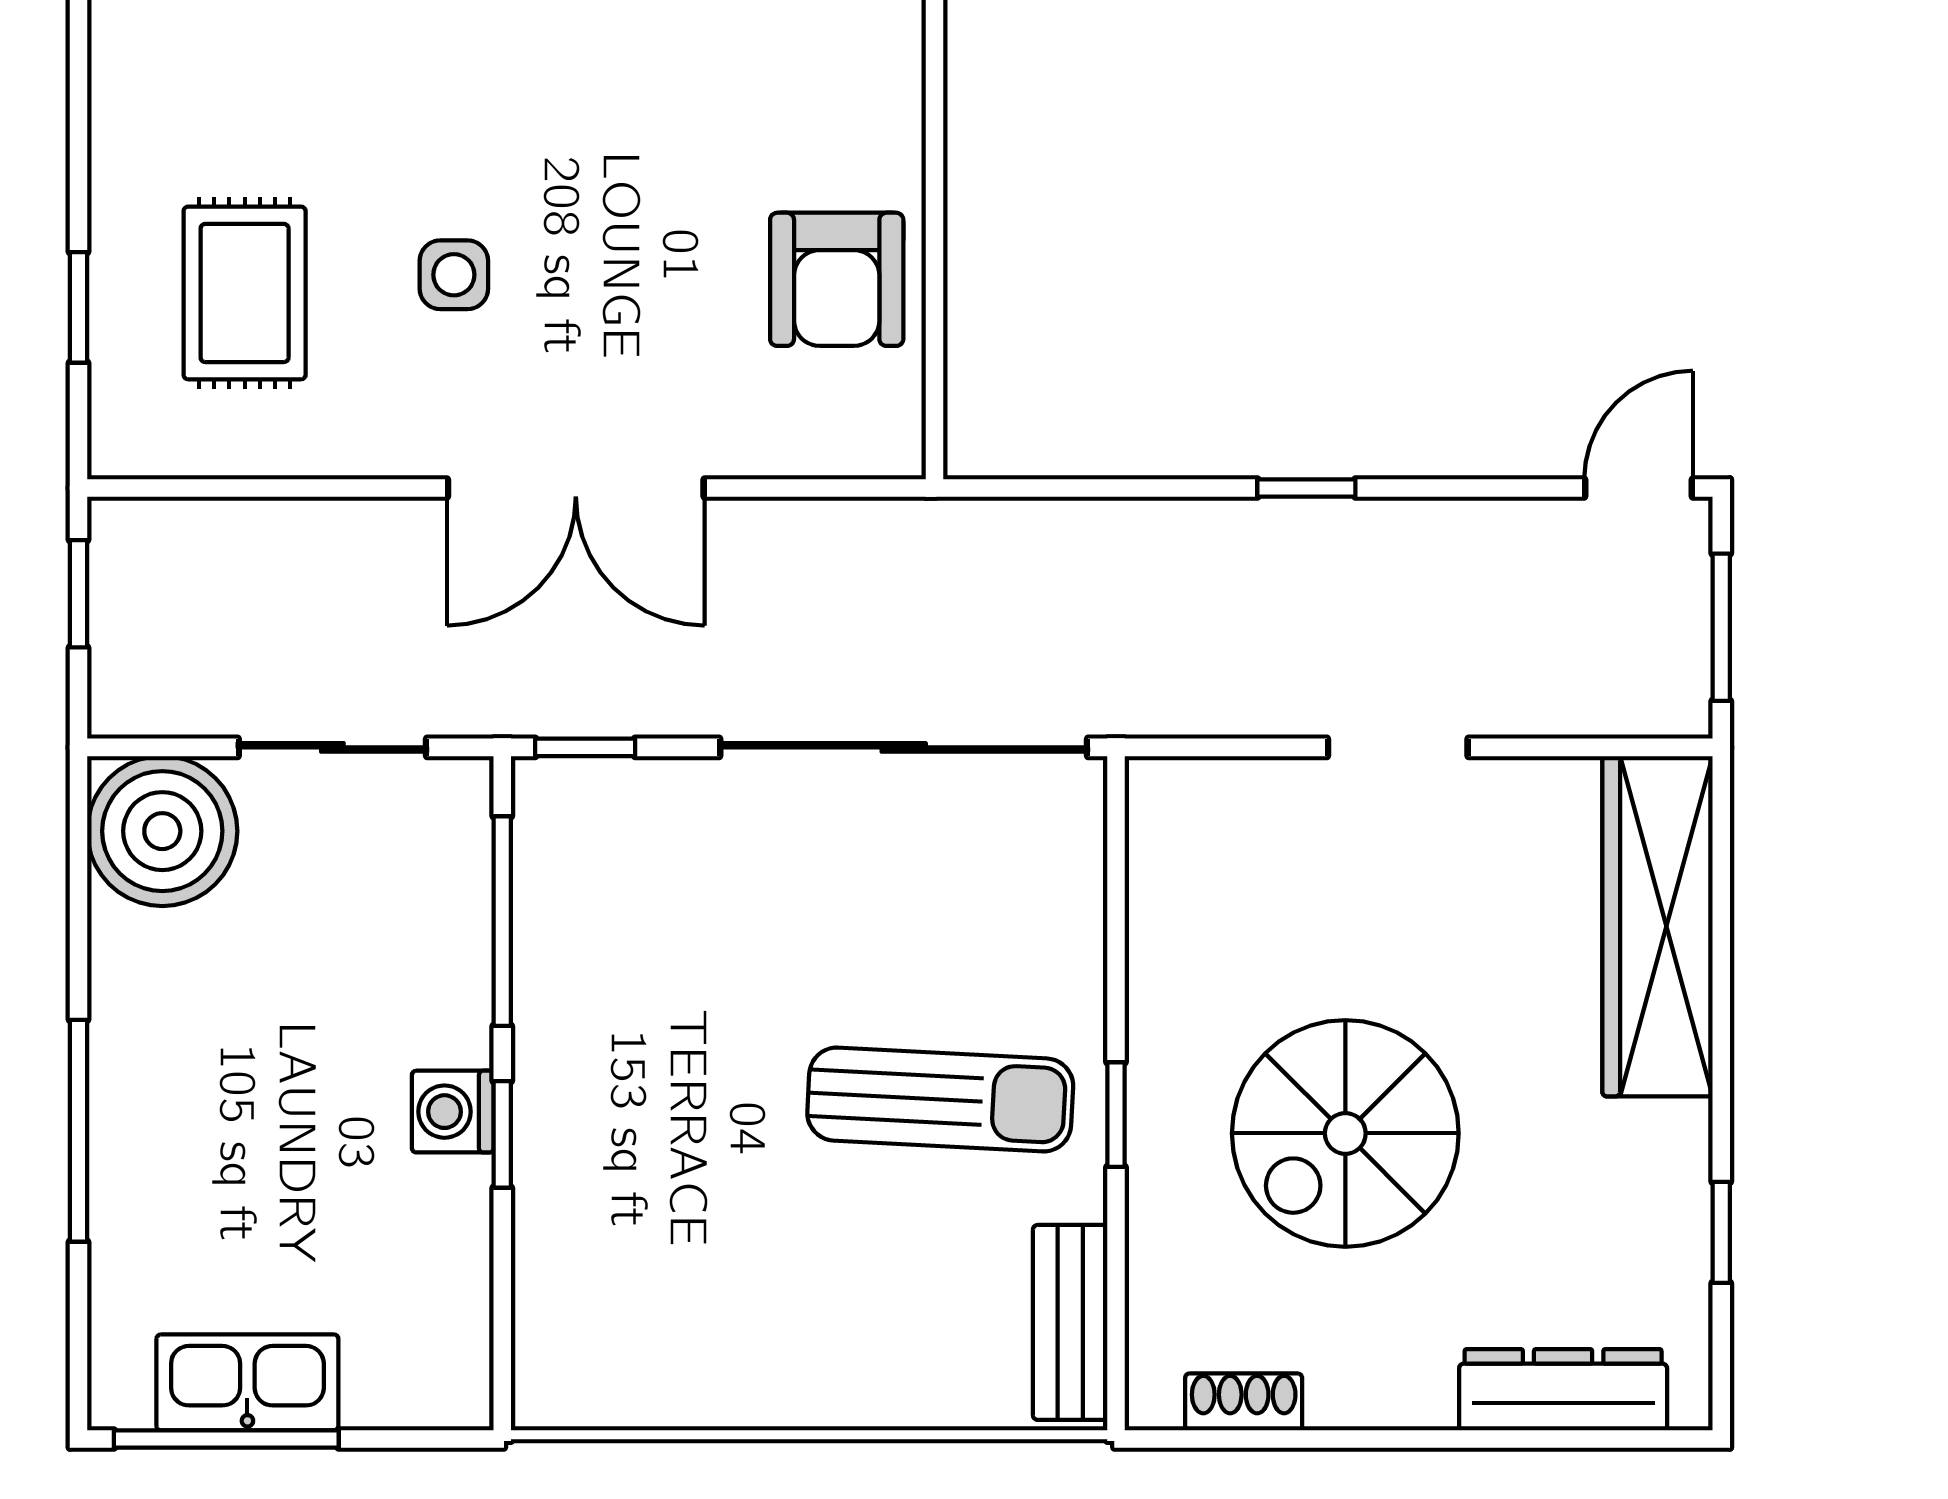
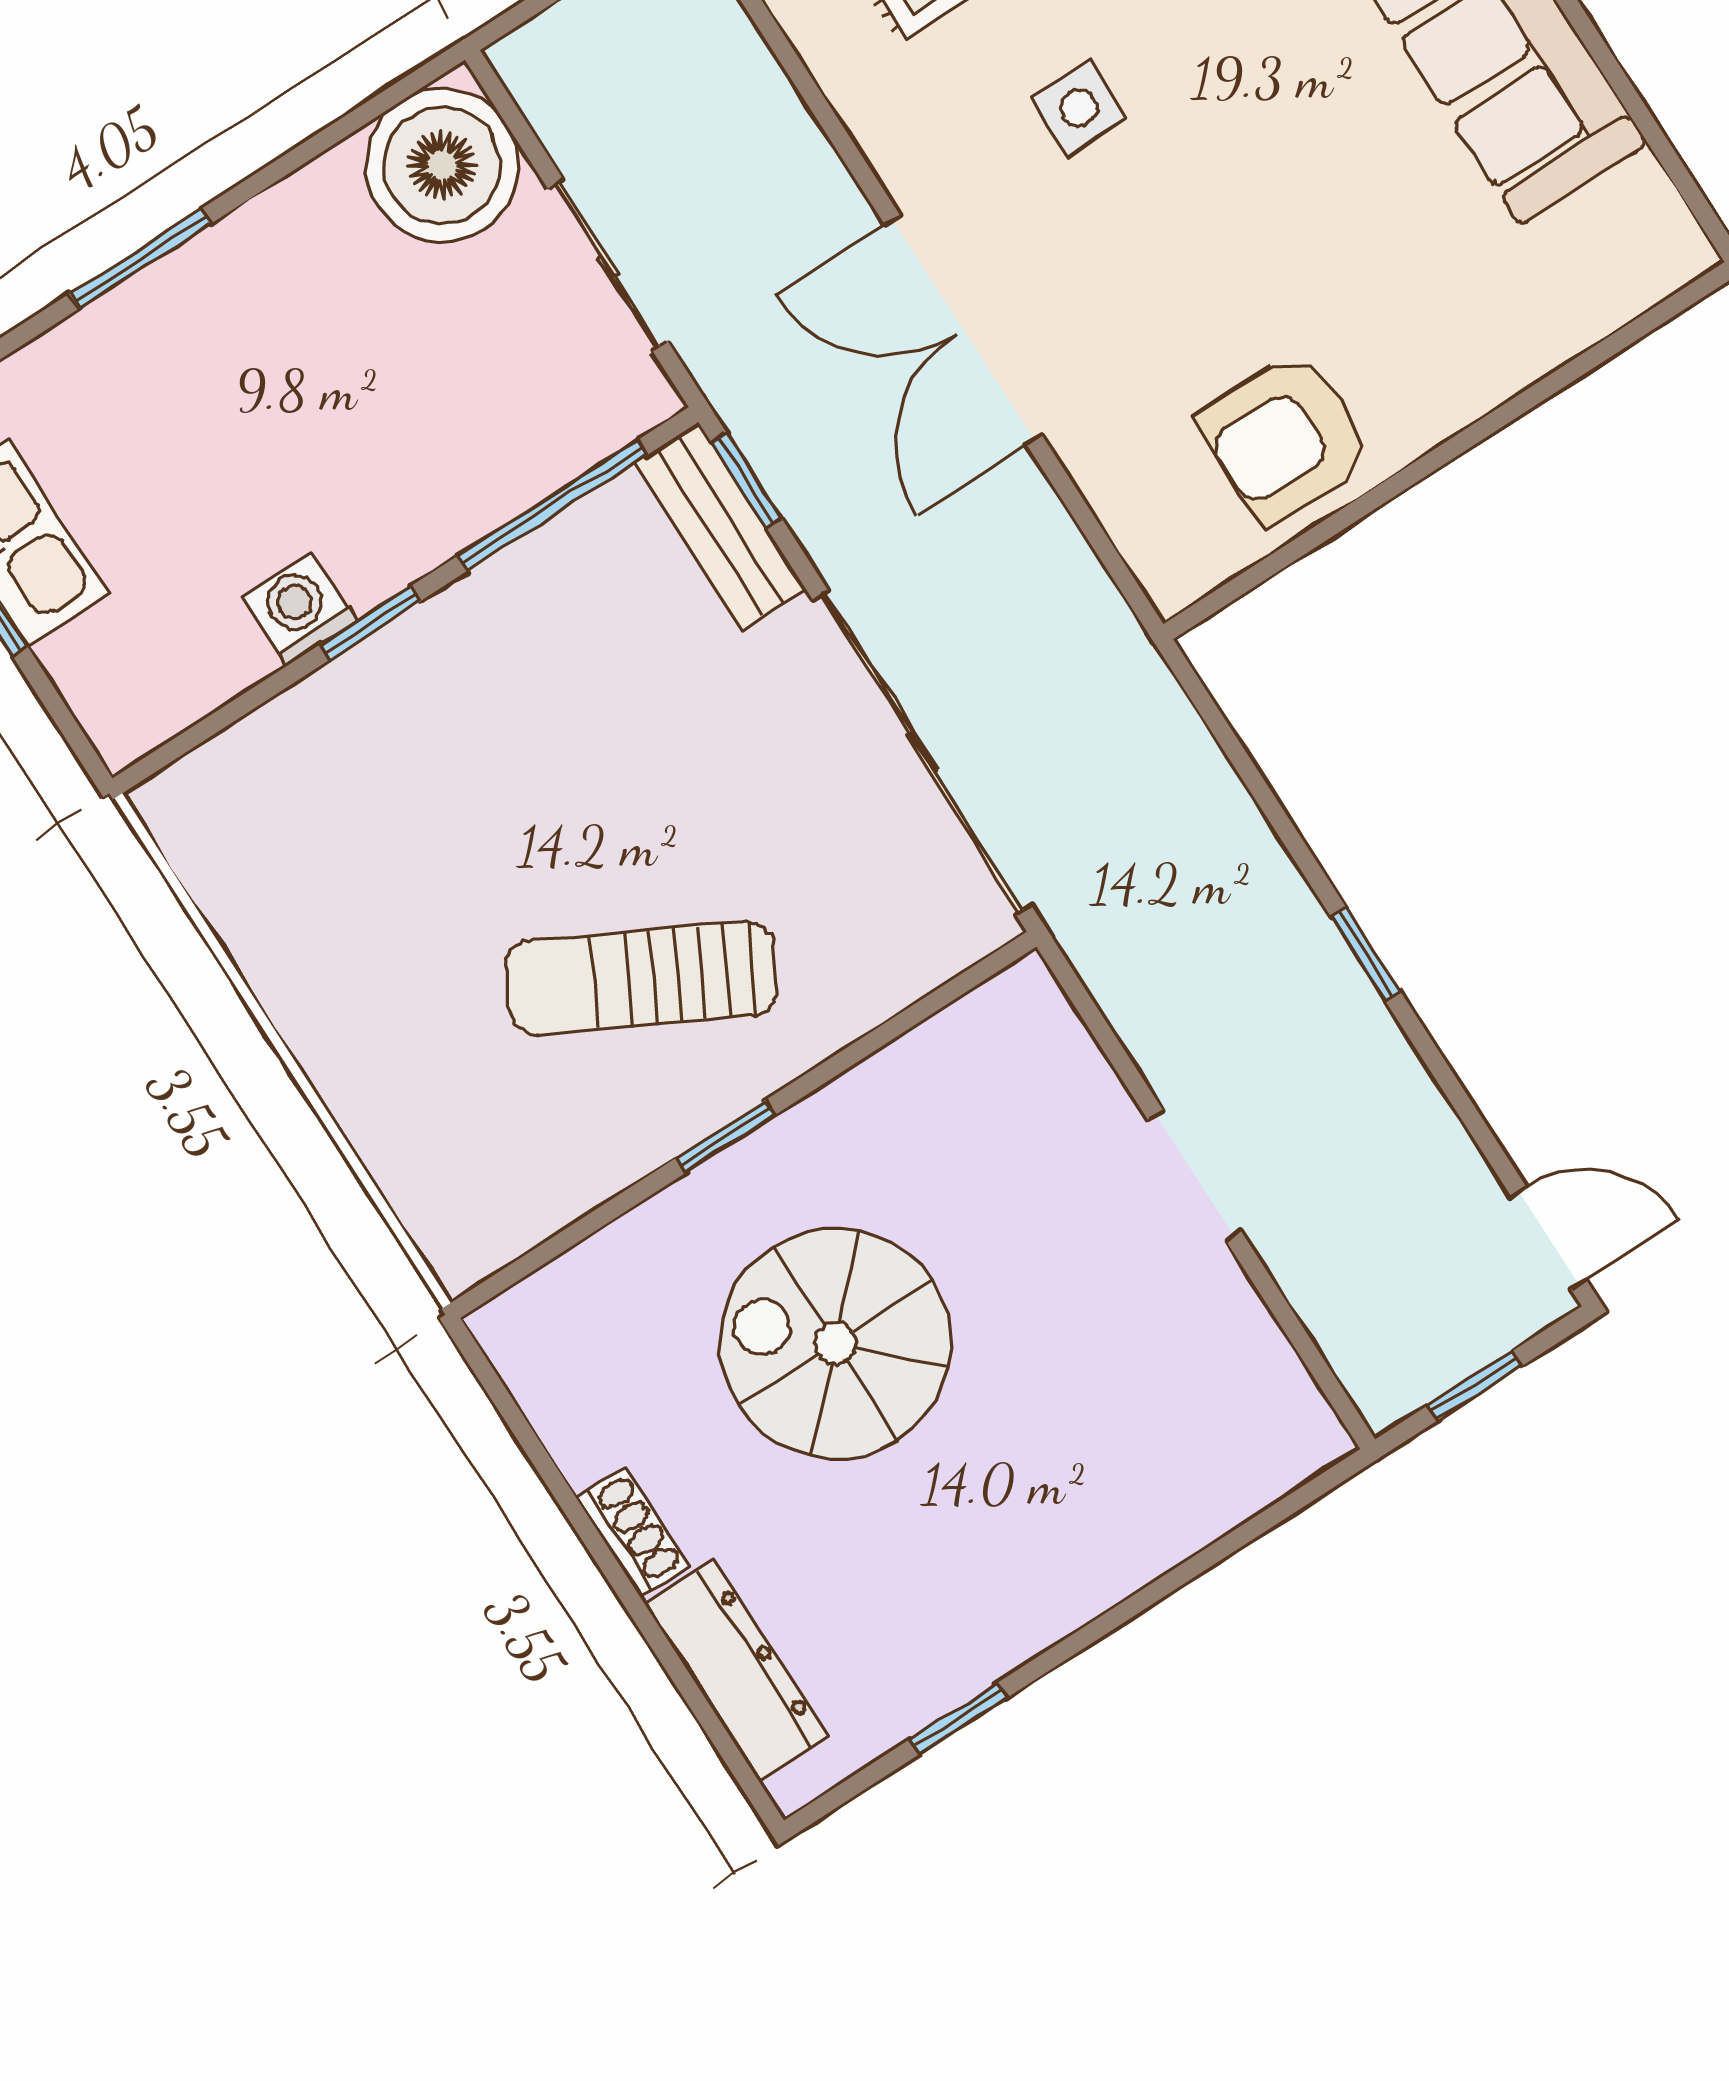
window: (1721, 627) -> (1475, 1385), width x0.67
wardrobe: (1657, 926) -> (1185, 1496), removed
sun lounger: (940, 1100) -> (641, 978), turned 115
washing machine: (453, 1112) -> (299, 609), moved
window: (79, 1131) -> (140, 259), width x0.69
bench: (1070, 1322) -> (720, 526), moved, turned 90
shoe rack: (1244, 1402) -> (633, 1532), moved

